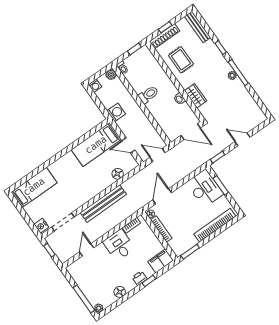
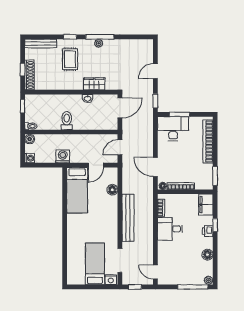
rug: (181, 60) -> (70, 59), moved, turned 90
bed: (34, 187) -> (95, 264), moved
door: (87, 250) -> (155, 272), moved

